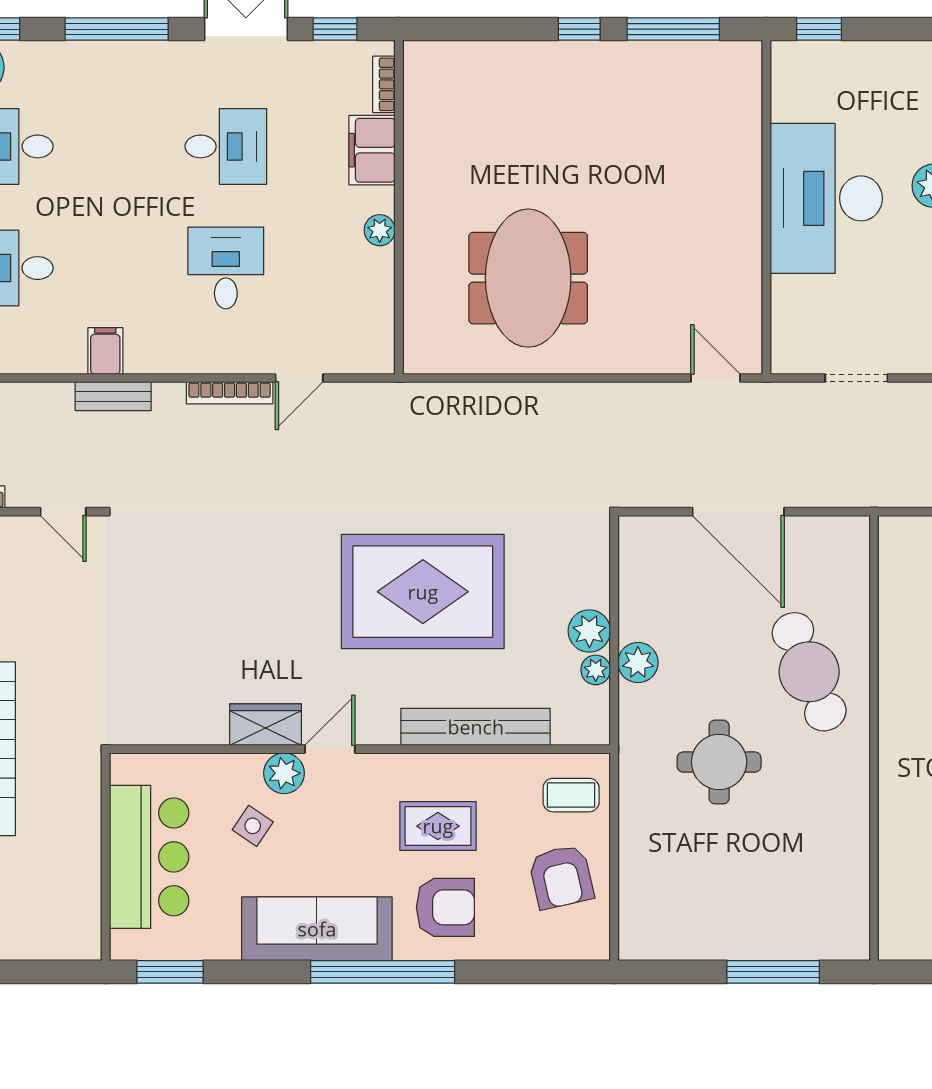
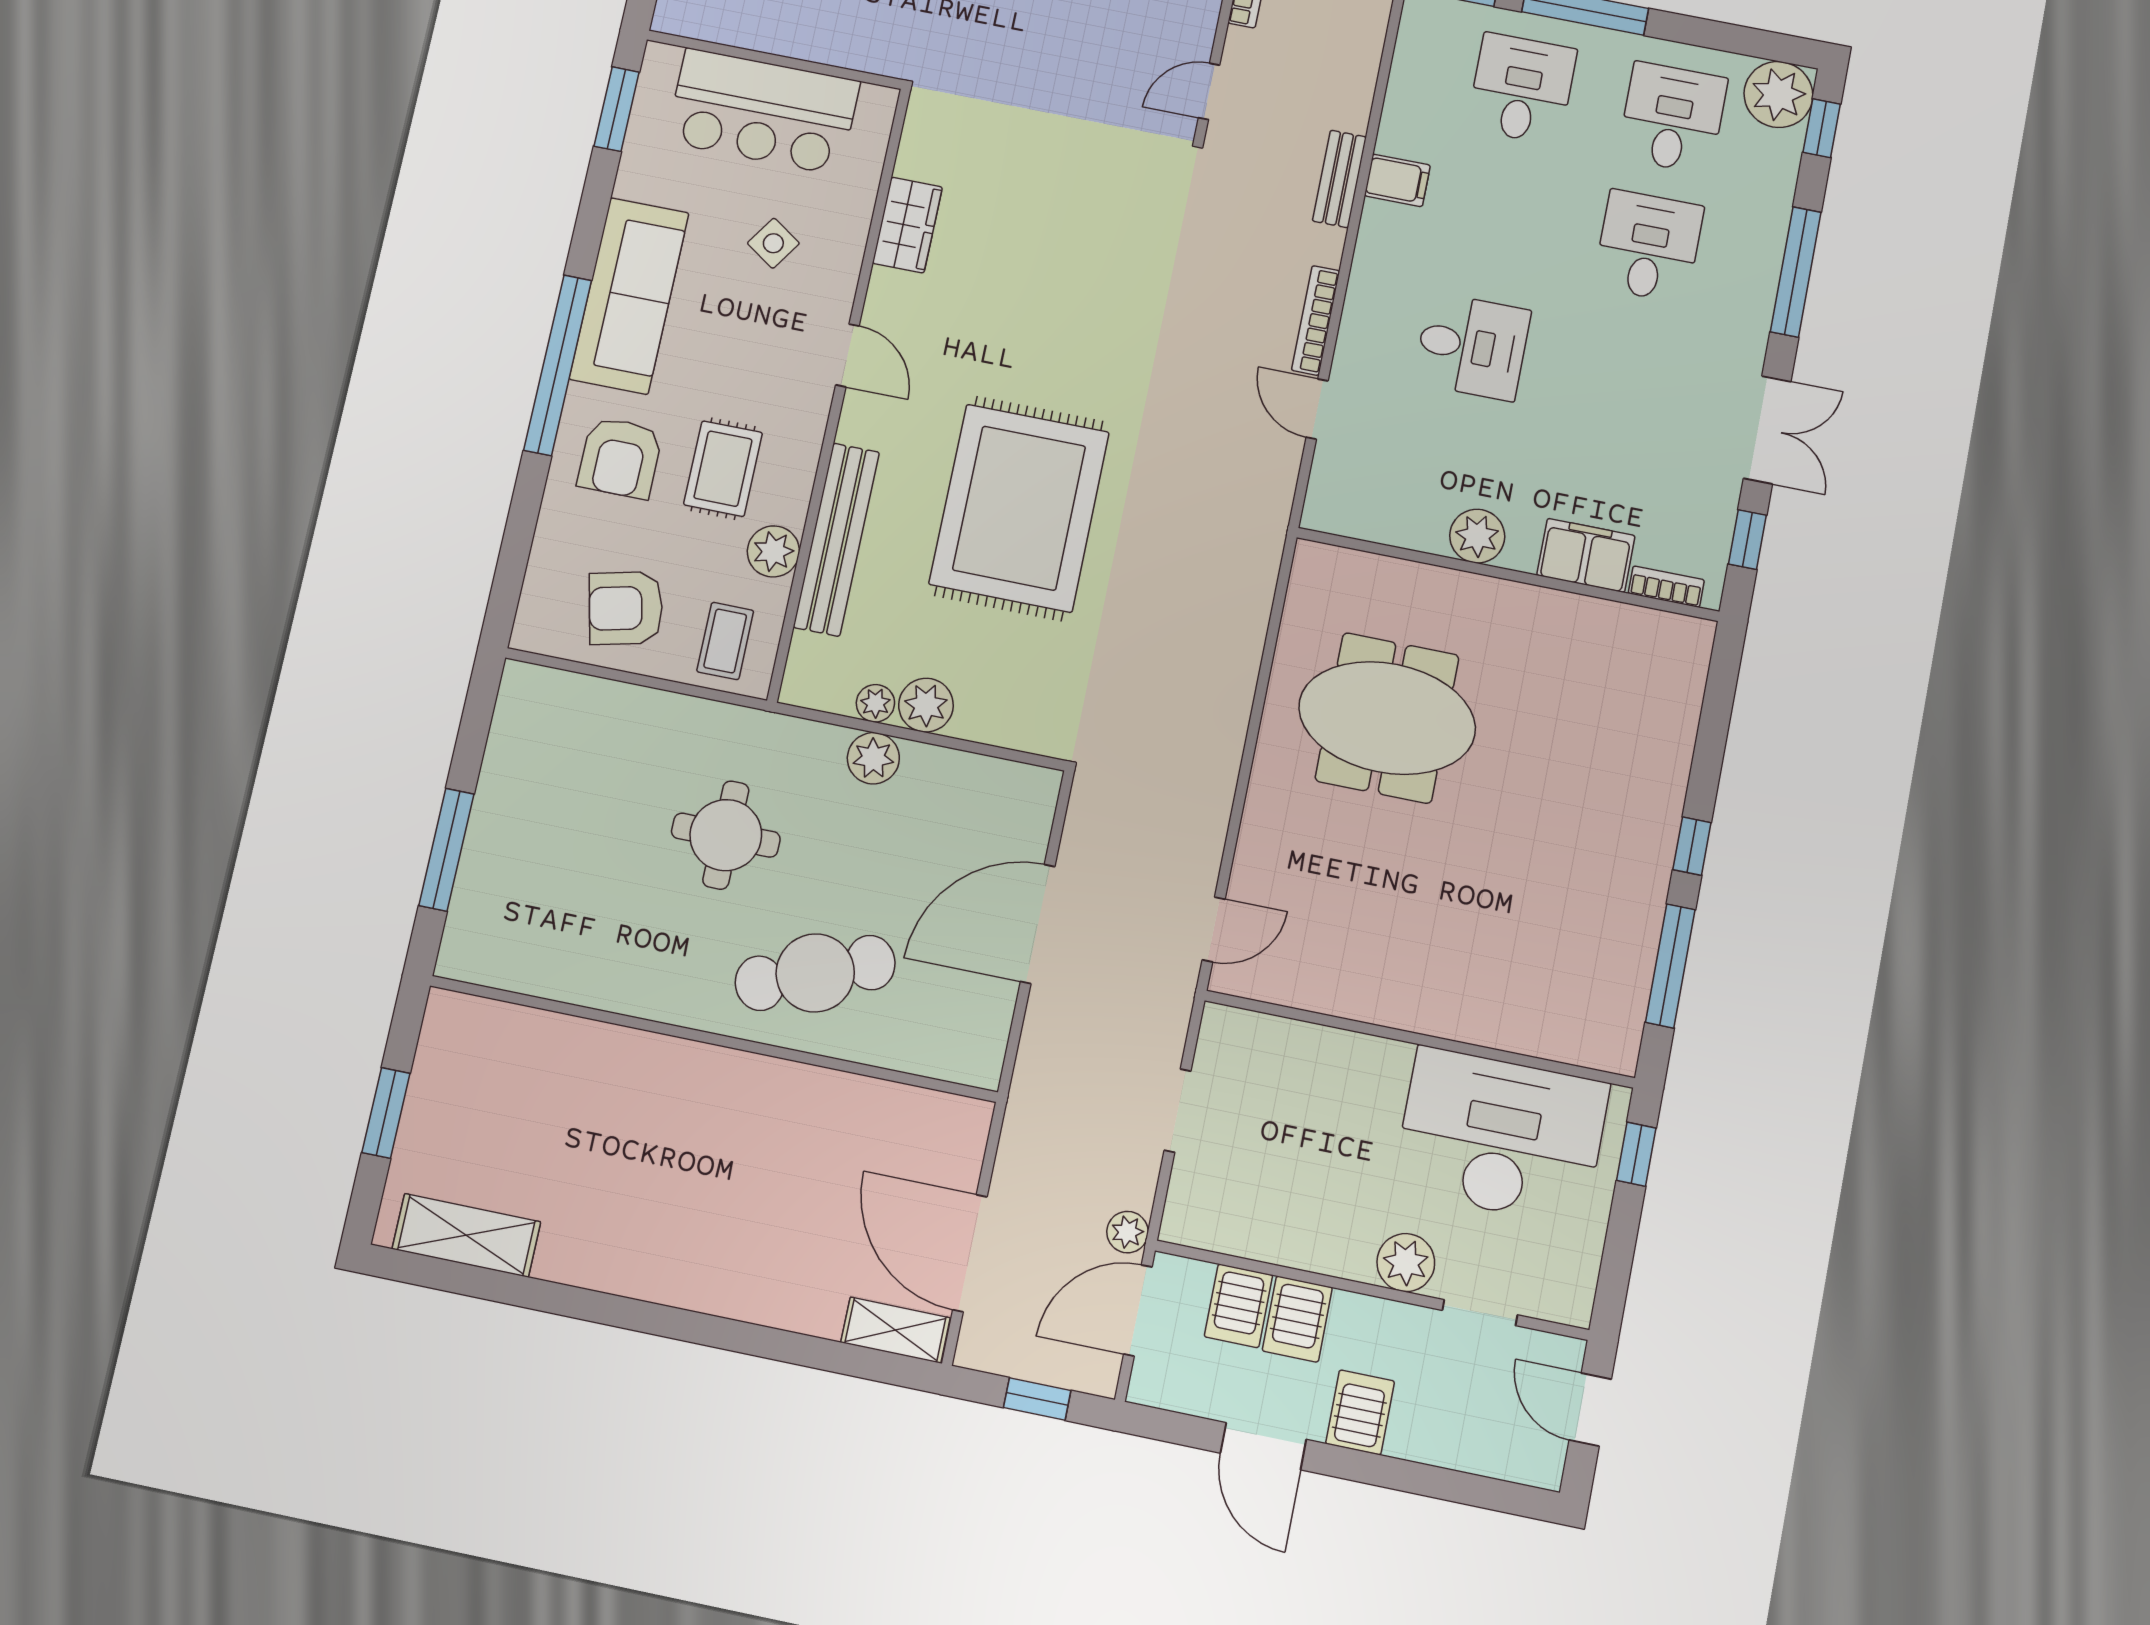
desk: (226, 146) -> (1648, 246), moved, turned 180
desk: (826, 198) -> (1501, 1136), moved
plant: (380, 230) -> (1477, 536), width x1.38, depth x1.38
wardrobe: (266, 725) -> (907, 225), moved
plant: (284, 773) -> (773, 551), moved

